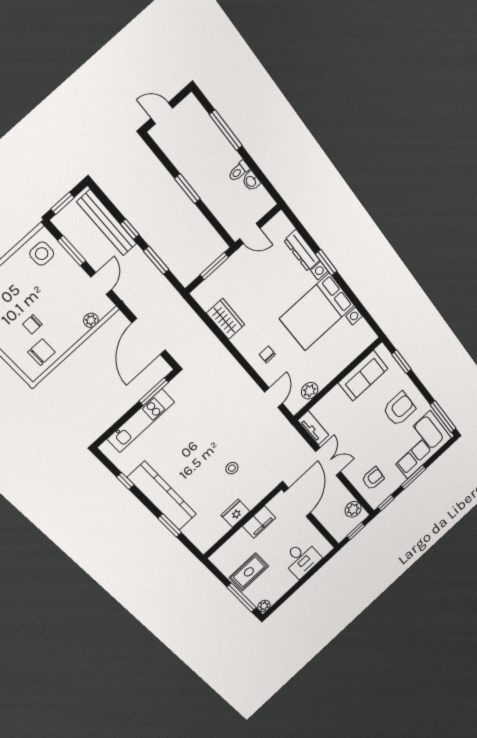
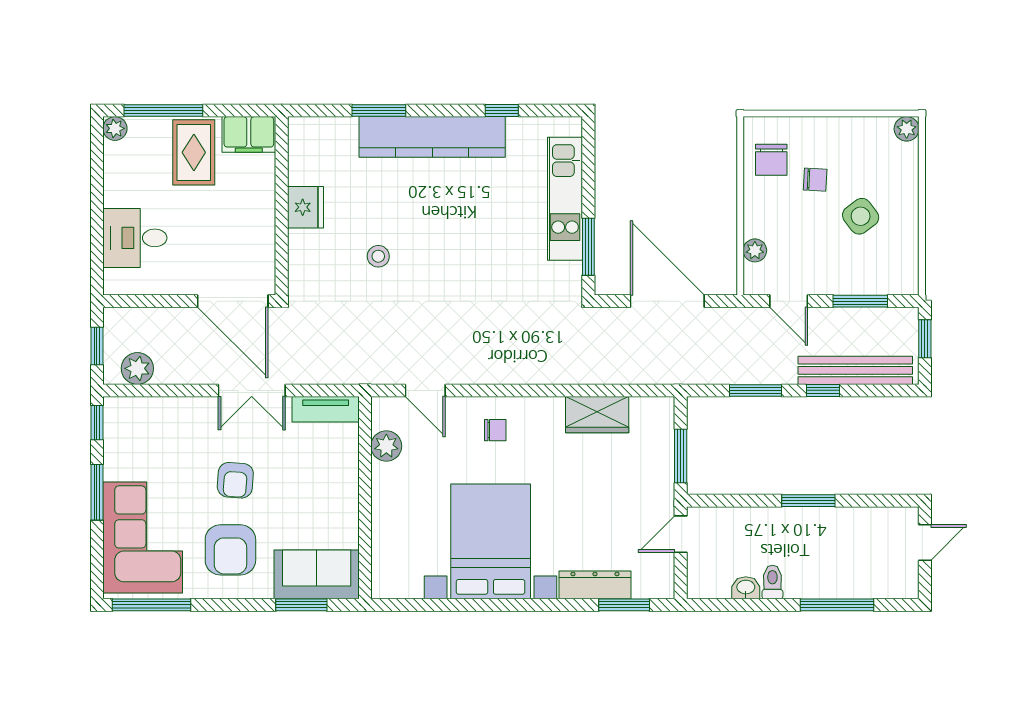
side table: (42, 254) -> (861, 216), moved, turned -37
window: (326, 262) -> (624, 605), moved
chair: (32, 324) -> (815, 180), turned 93
sofa: (363, 376) -> (317, 574), moved, turned 90
armchair: (373, 478) -> (235, 480), moved
filing cabinet: (259, 522) -> (249, 134), moved, turned -90

